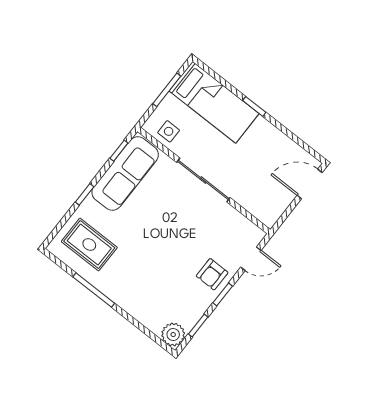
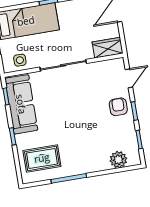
wardrobe: (262, 209) -> (108, 48), added
armchair: (212, 274) -> (118, 107), turned 180
plant: (173, 335) -> (118, 160), moved

